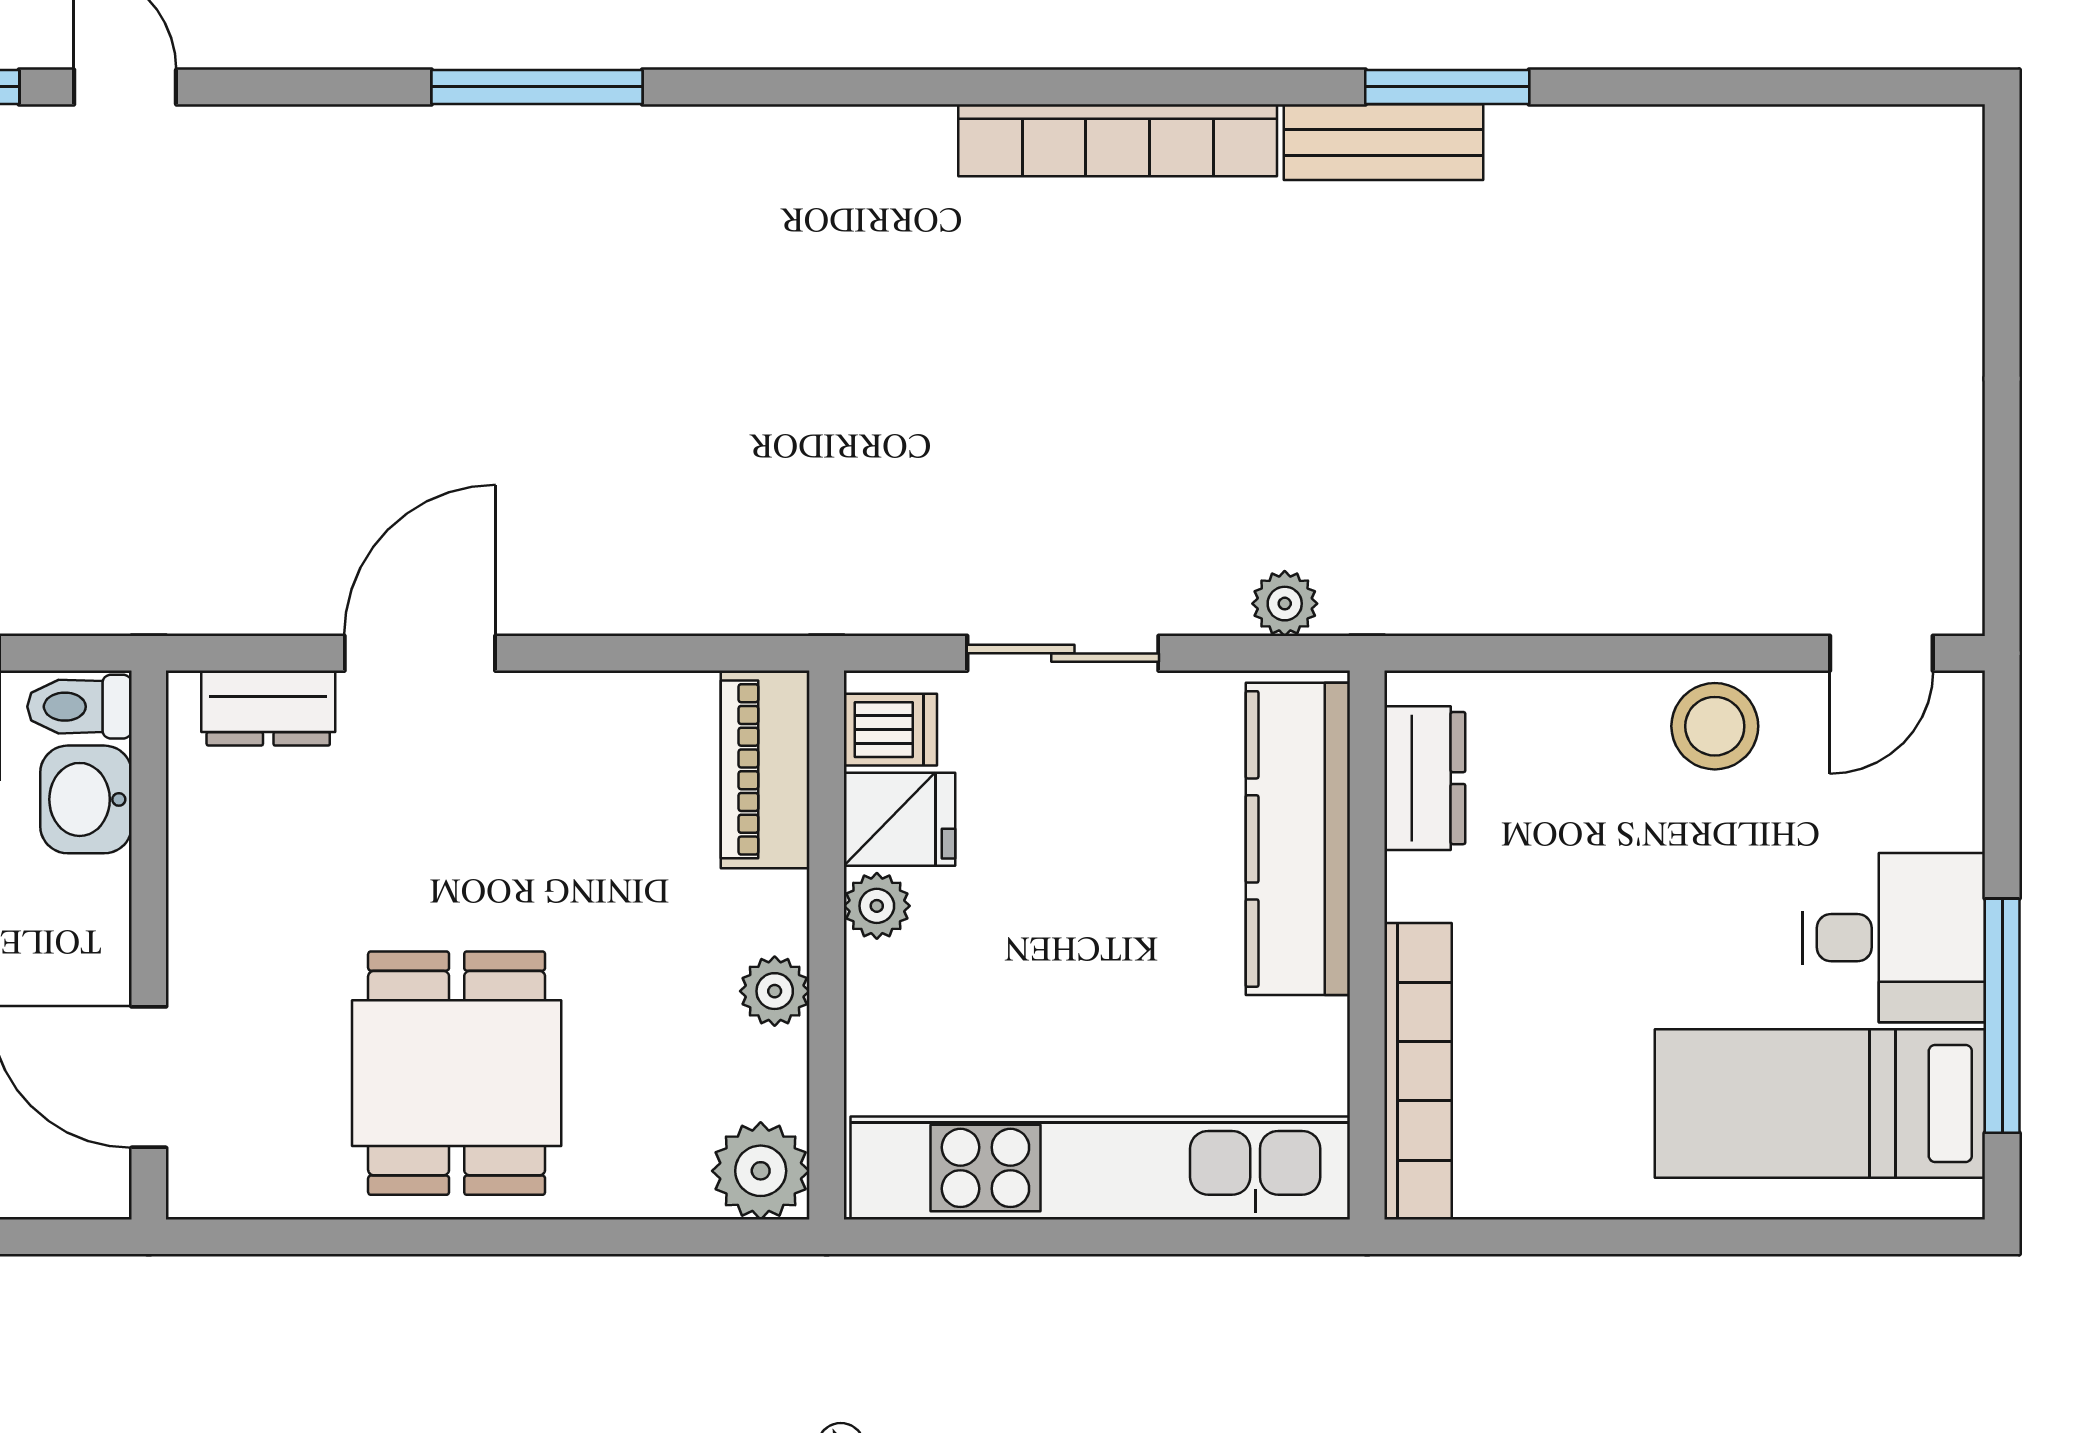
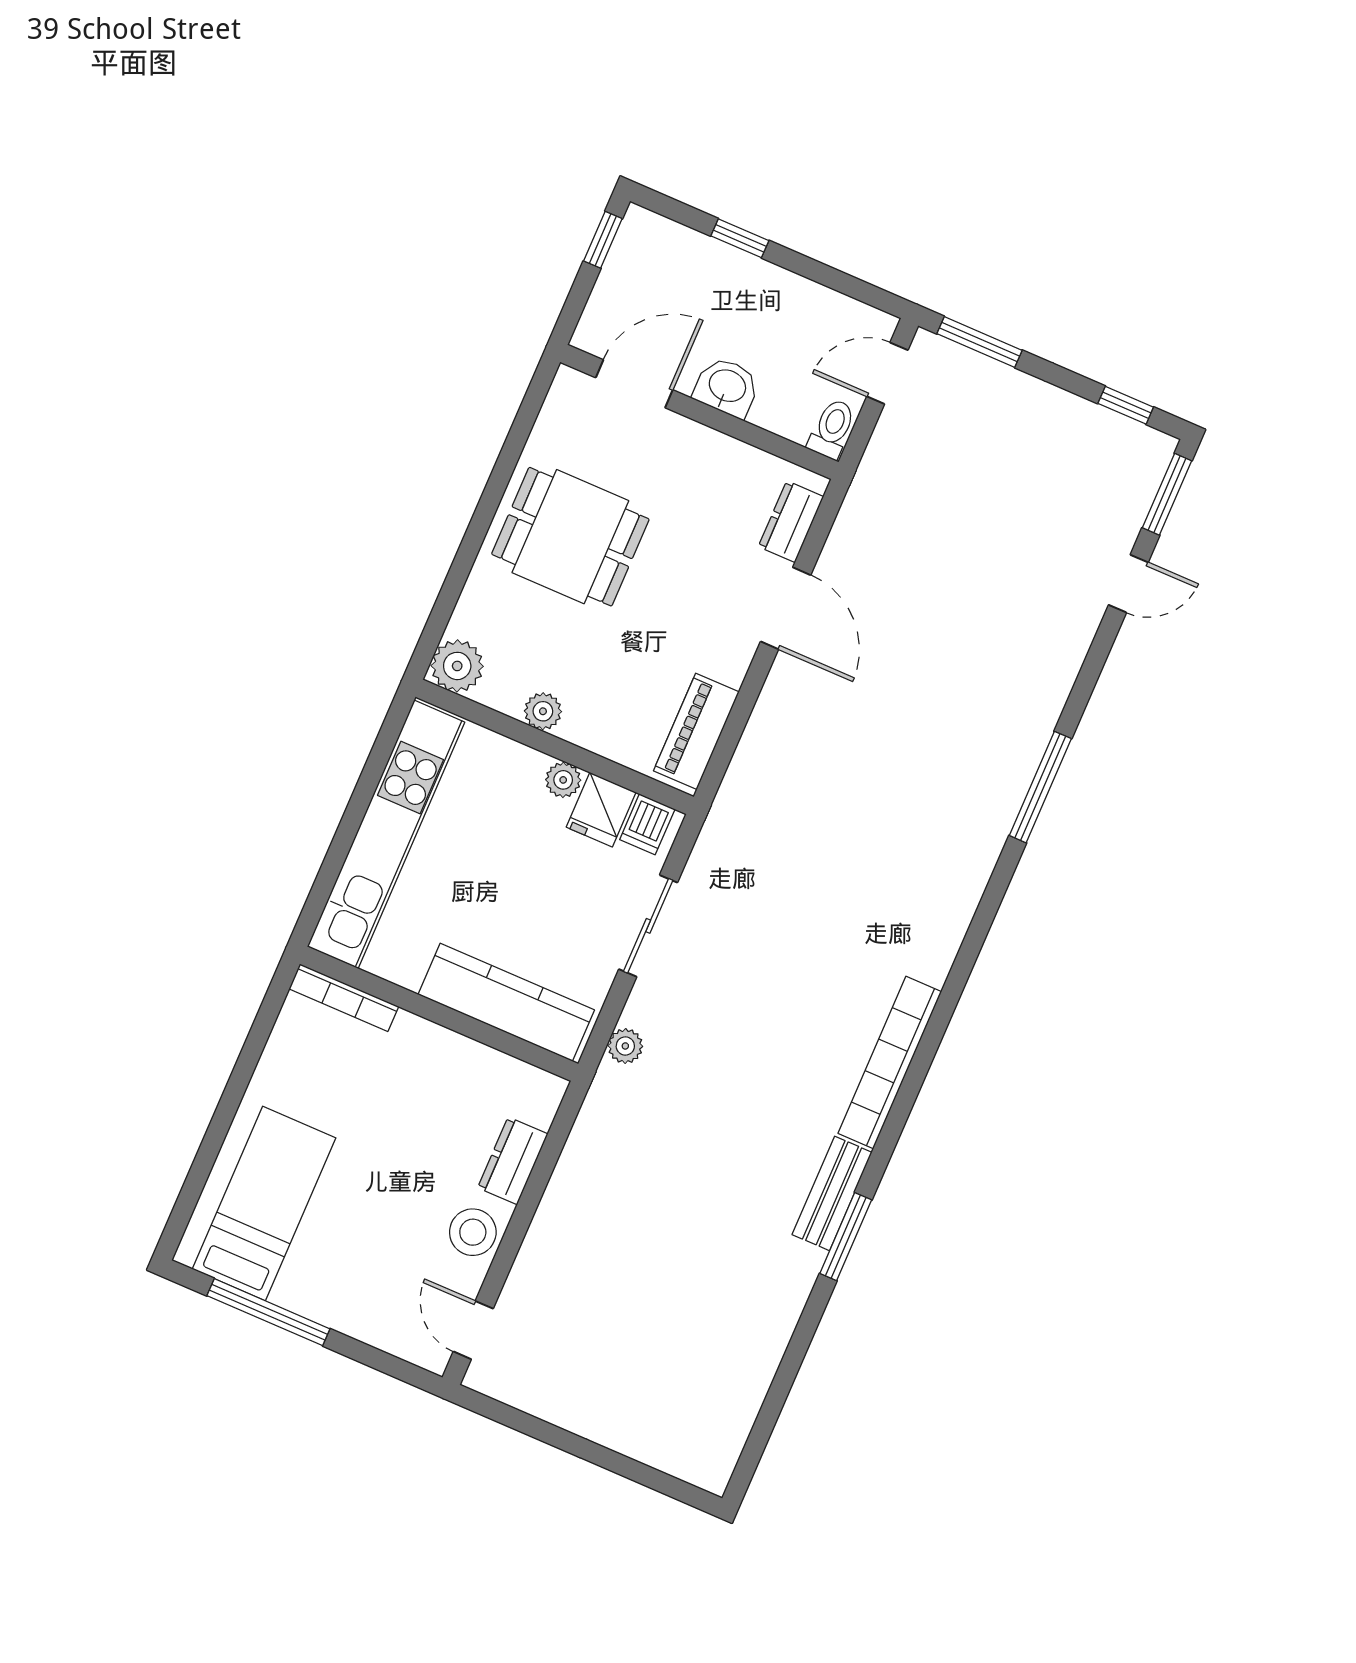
piano: (765, 769) -> (696, 731), moved, turned -90
dresser: (1425, 778) -> (513, 1161), moved, turned 90
washbasin: (86, 799) -> (727, 387), moved
desk: (1894, 938) -> (330, 1275), removed
bookcase: (1418, 1071) -> (344, 998), width x0.68, depth x0.76

